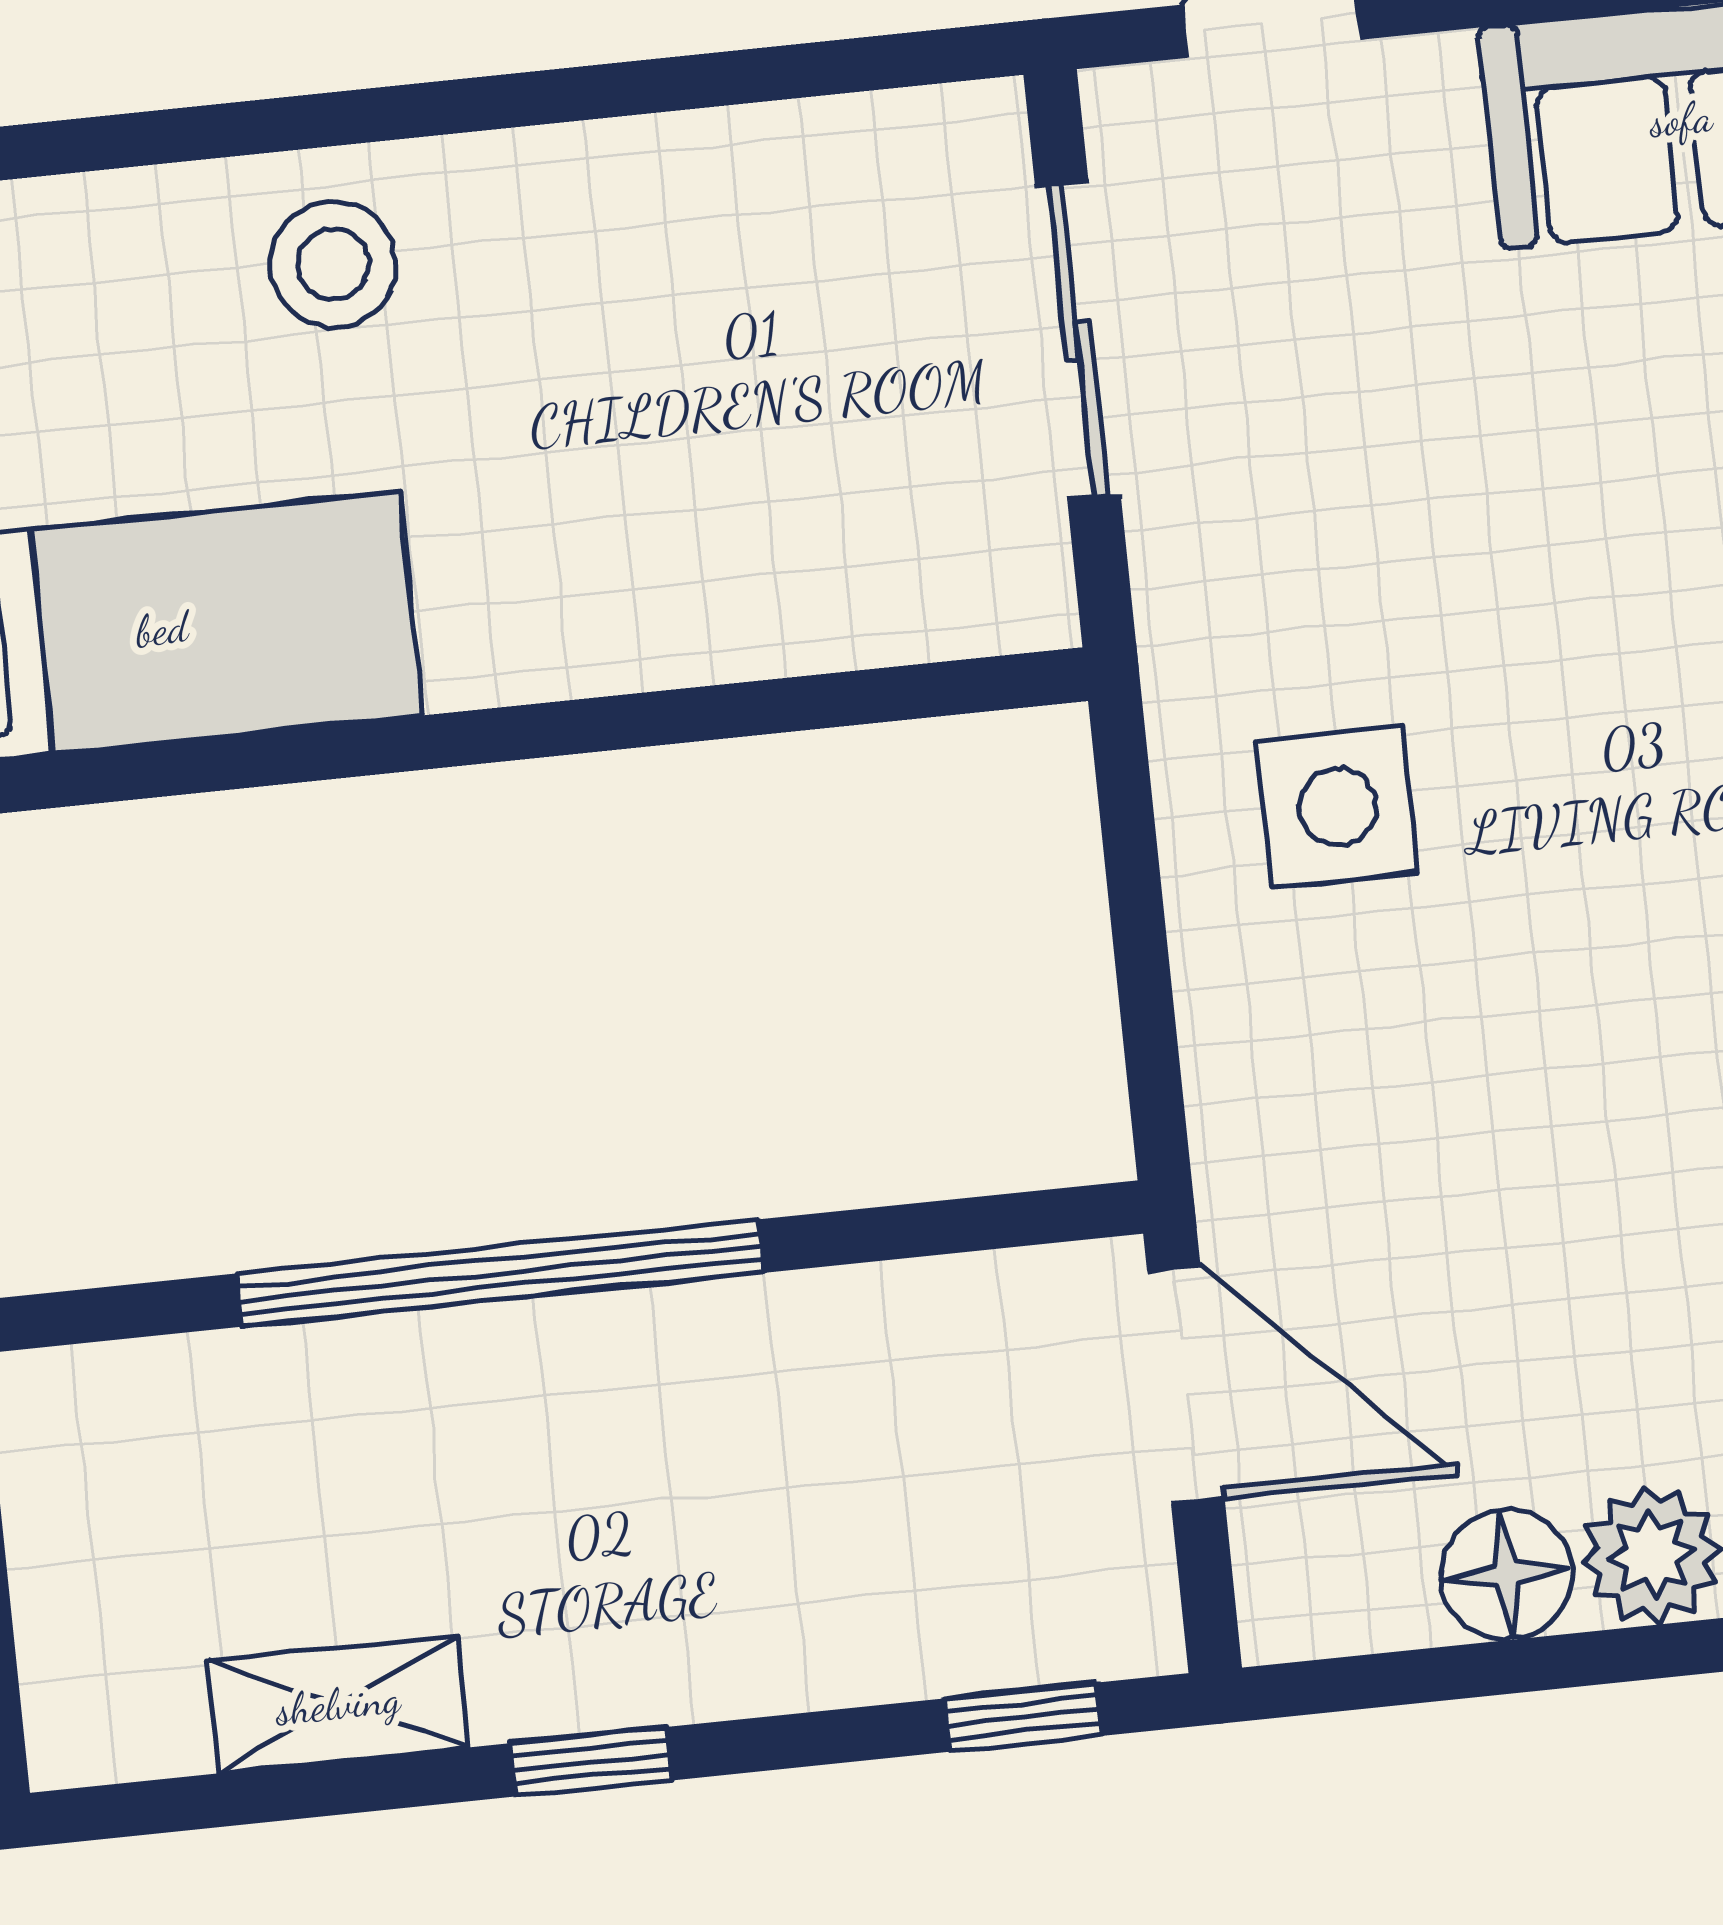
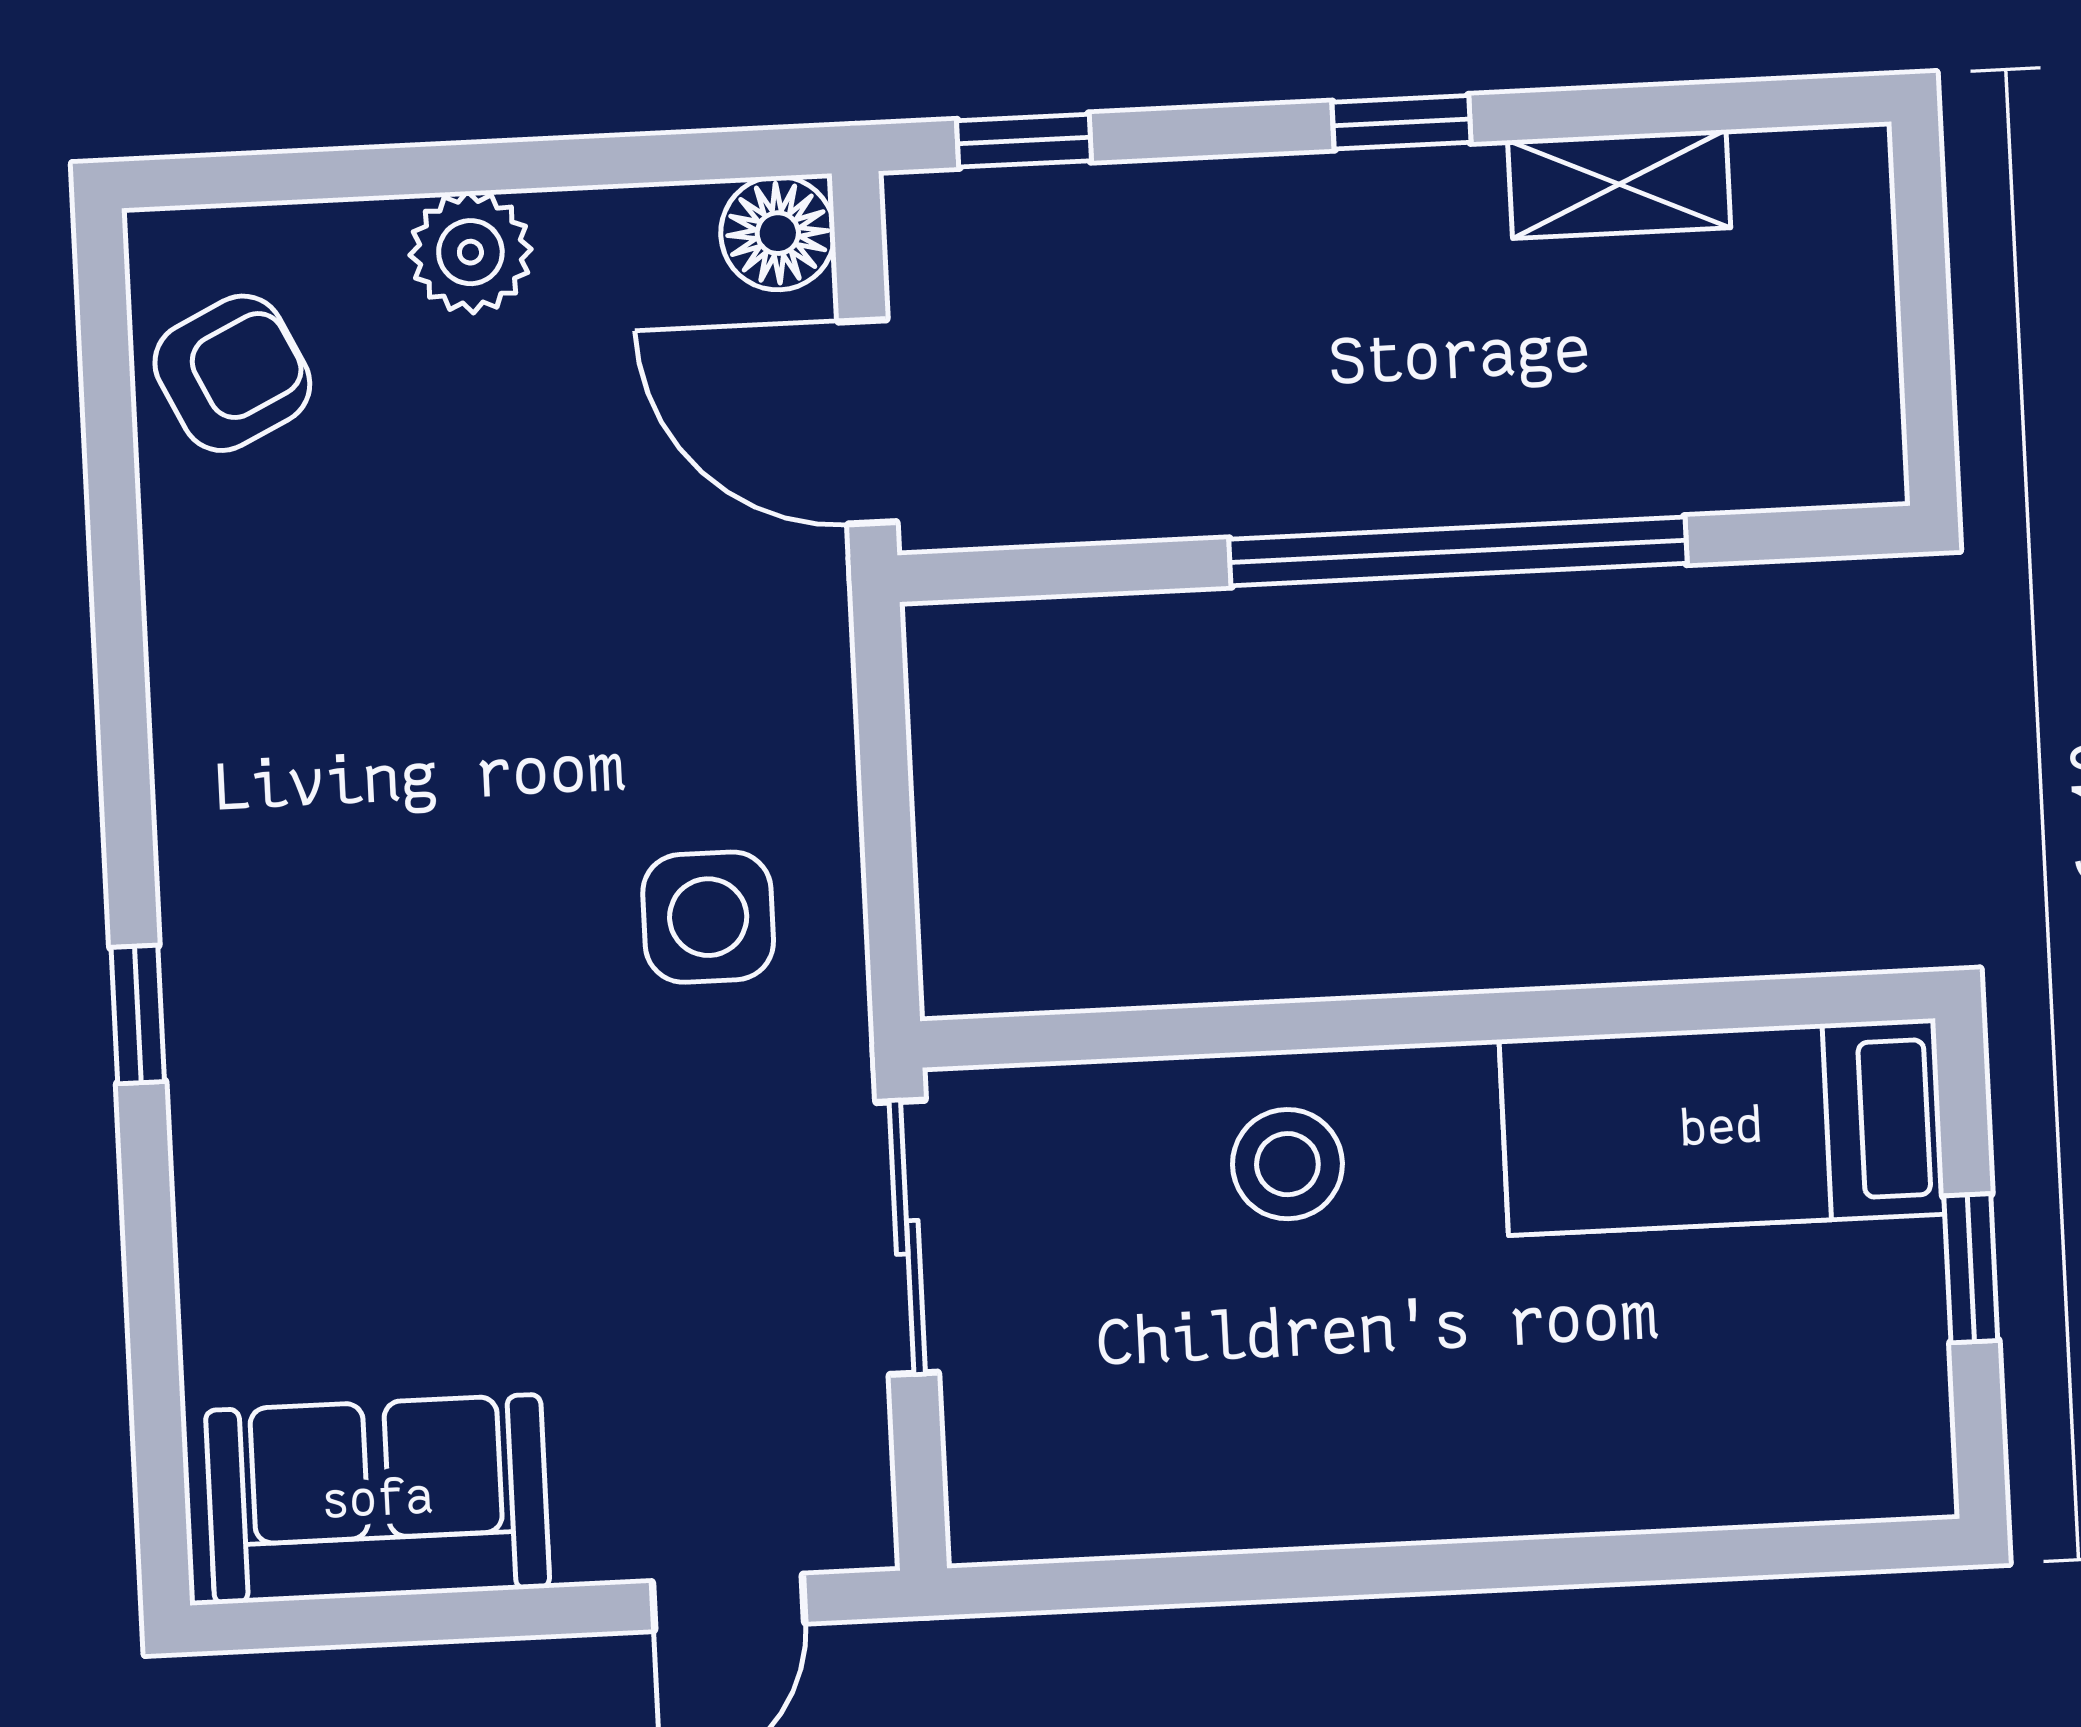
stool: (333, 264) -> (1287, 1164), moved
sliding door: (1078, 341) -> (907, 1237), moved
floor lamp: (1507, 1574) -> (778, 233), moved

